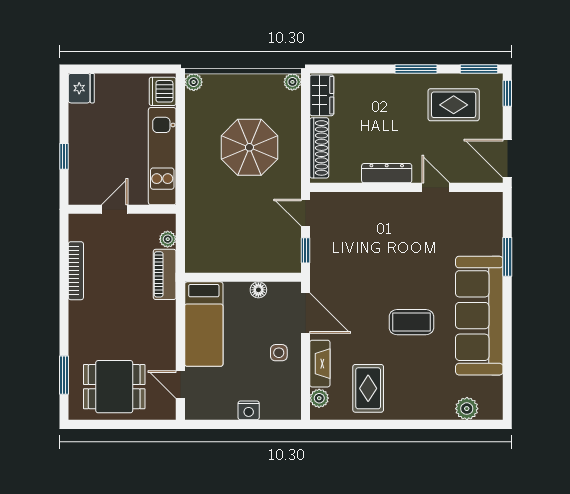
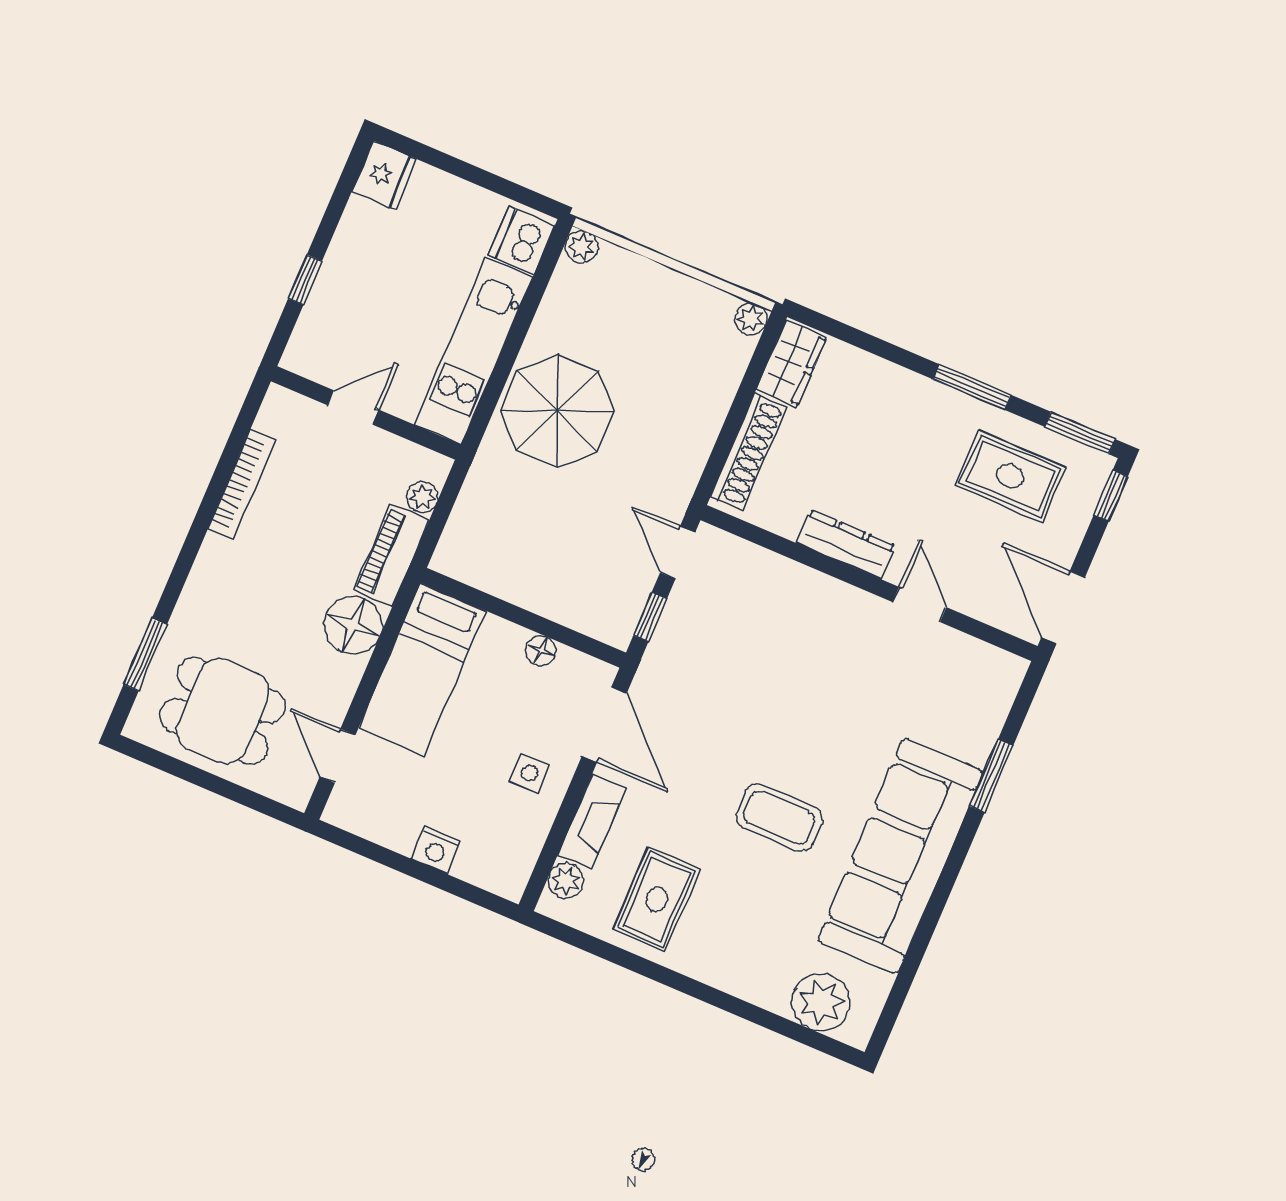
parasol: (249, 147) -> (557, 411), moved
floor lamp: (161, 317) -> (353, 625), added
plant: (467, 409) -> (821, 1002), width x1.36, depth x1.36

